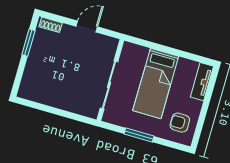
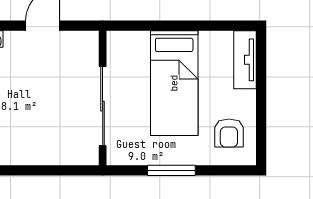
armchair: (180, 123) -> (229, 133), turned -90

